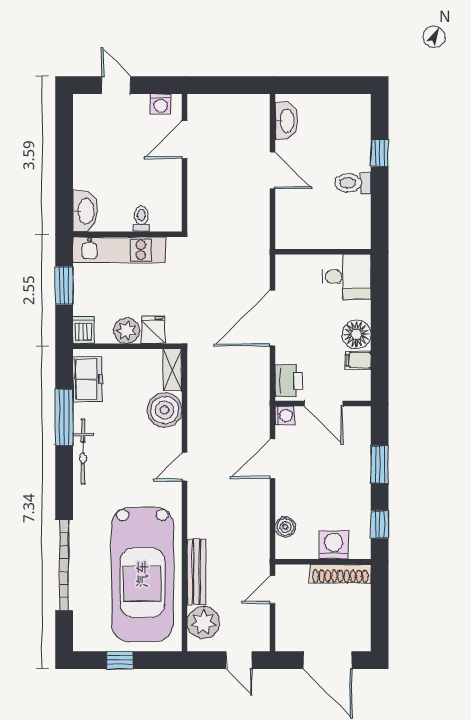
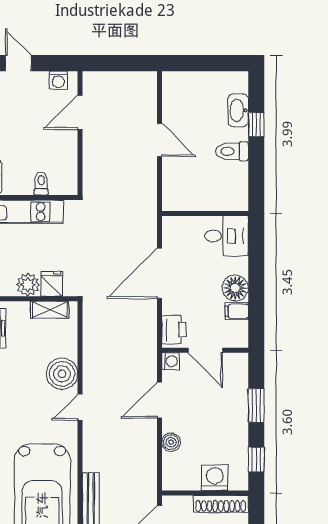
washbasin: (286, 121) -> (238, 110), moved, turned 180
shelving: (172, 370) -> (50, 310), moved, turned 90
boiler: (165, 410) -> (62, 374), moved
boiler: (285, 527) -> (171, 442), moved

